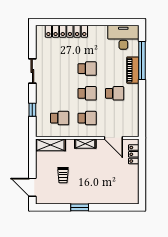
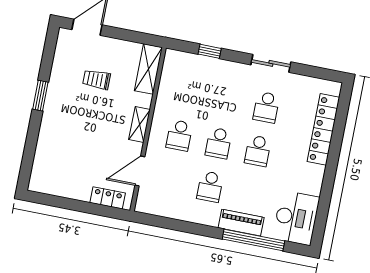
school desk: (60, 118) -> (266, 107), moved

